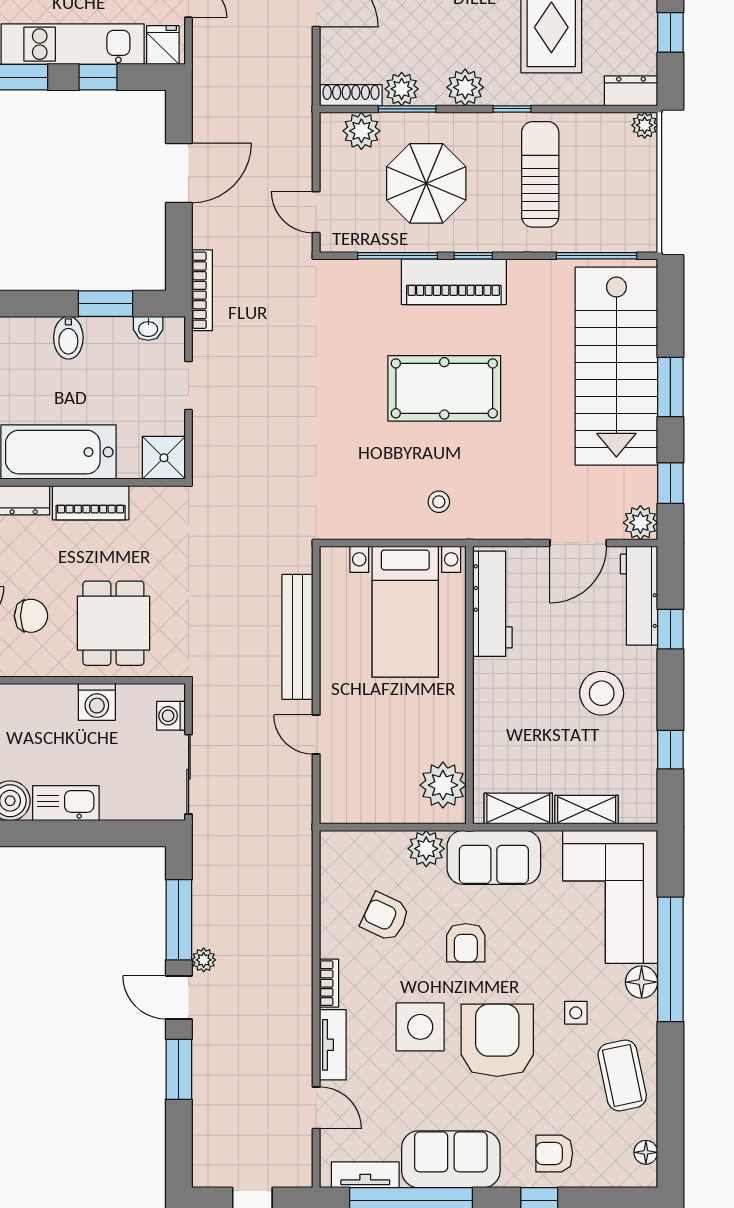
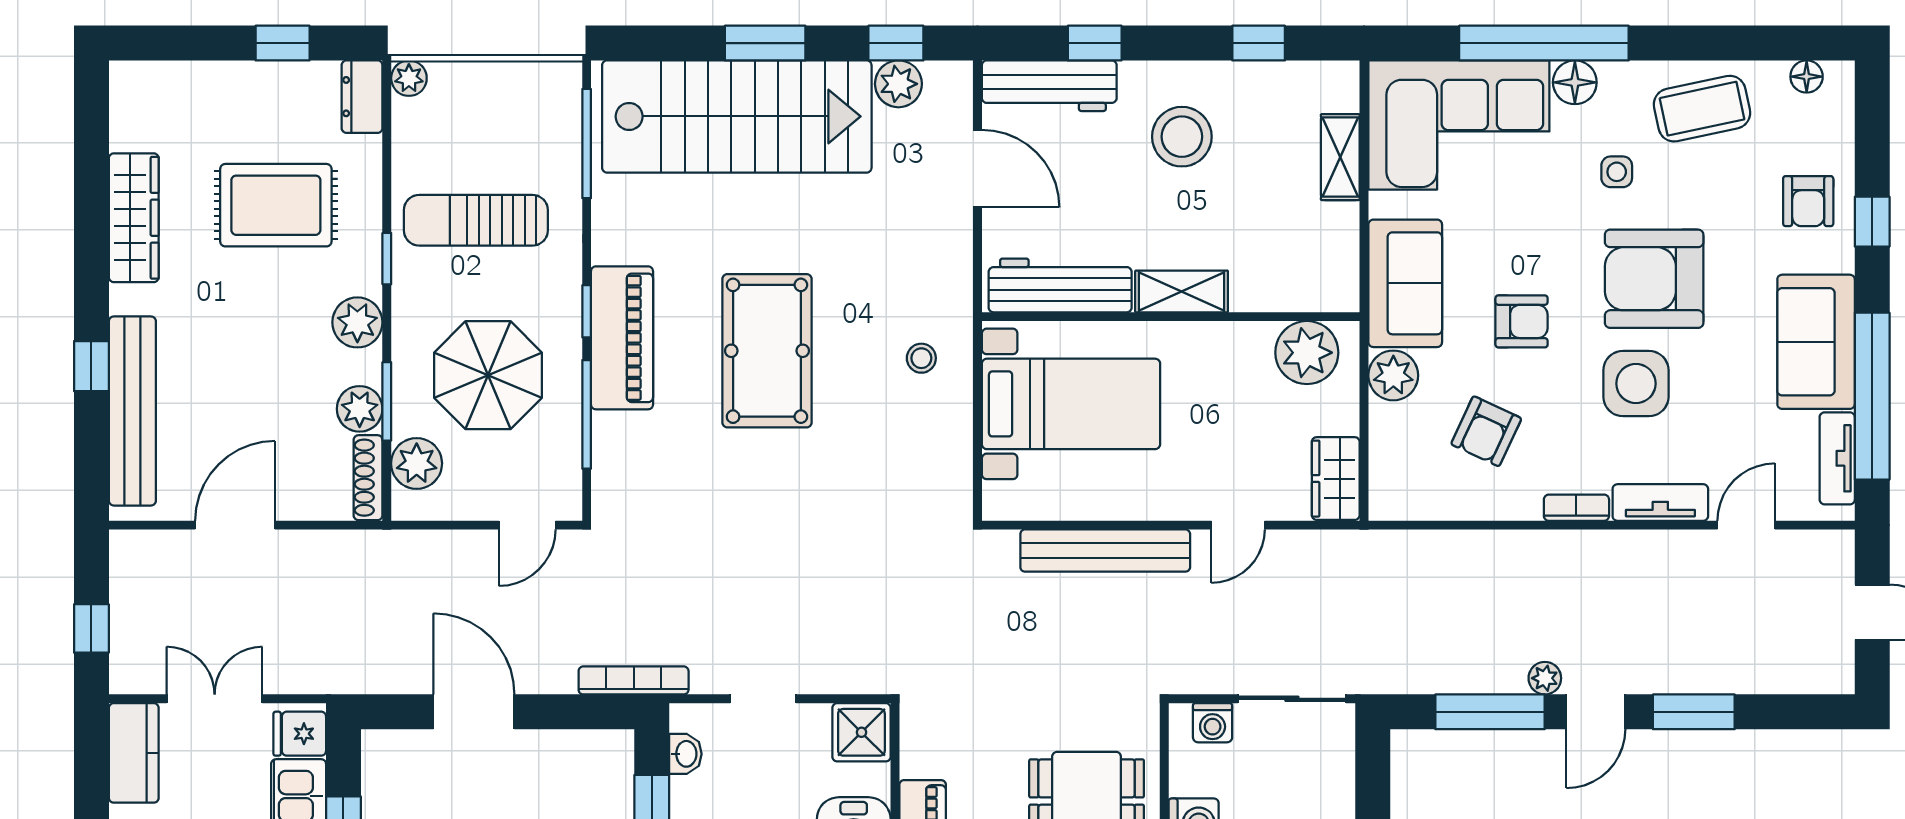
plant: (640, 523) -> (898, 84), moved
wardrobe: (350, 806) -> (1336, 479), added
shelving: (518, 809) -> (1182, 291), moved, turned 90

